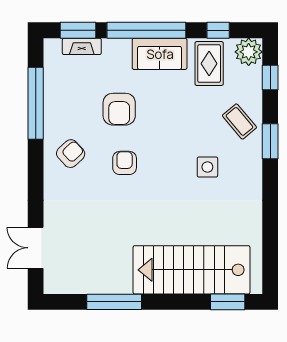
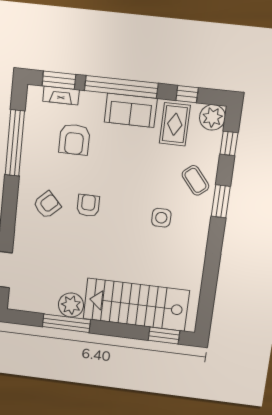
armchair: (119, 109) -> (74, 139), moved
armchair: (71, 154) -> (47, 205), moved
plant: (117, 280) -> (71, 305), added

